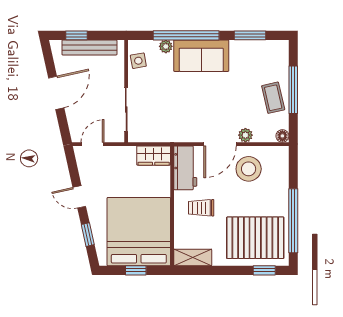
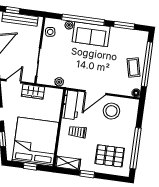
window: (293, 90) -> (147, 64), width x1.46
plant: (245, 135) -> (59, 82), moved
wardrobe: (154, 156) -> (33, 92), moved
pallet: (255, 238) -> (110, 156), width x0.73, depth x0.71
window: (264, 270) -> (87, 174), moved

